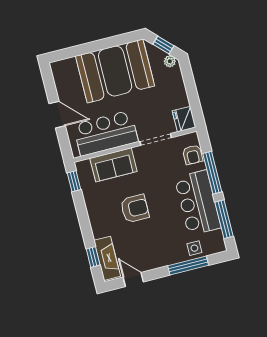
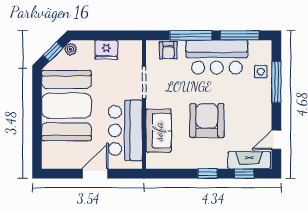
fridge: (184, 119) -> (106, 50), moved
armchair: (193, 155) -> (168, 50), turned 90
window: (74, 181) -> (208, 174), moved
armchair: (135, 209) -> (207, 121), width x1.36, depth x1.36

